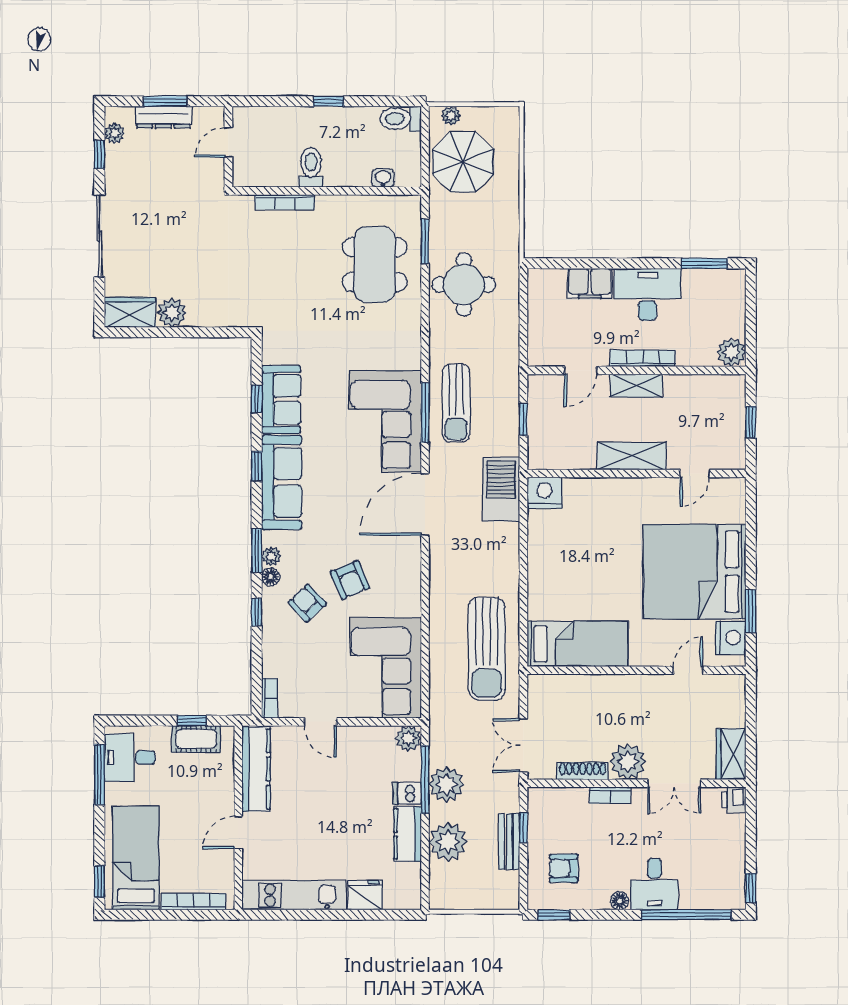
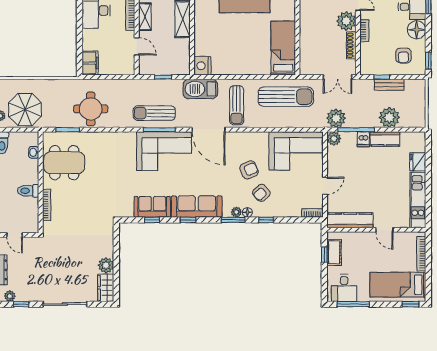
dining table: (375, 265) -> (64, 163), moved
filing cabinet: (590, 283) -> (90, 63), moved
sun lounger: (456, 403) -> (154, 113), turned 180
sun lounger: (471, 557) -> (237, 105), added
plant: (446, 784) -> (336, 118), moved
floor lamp: (620, 901) -> (417, 30), width x1.89, depth x1.89

